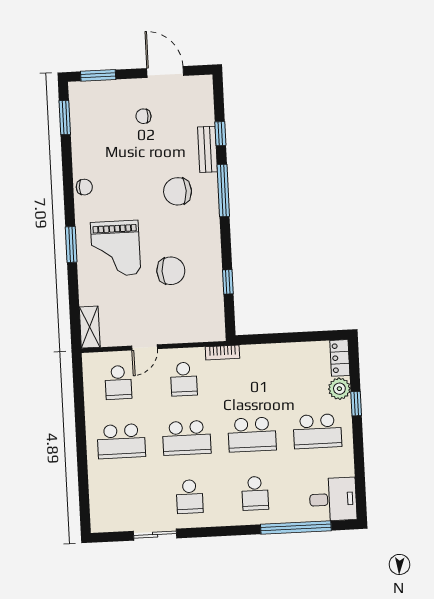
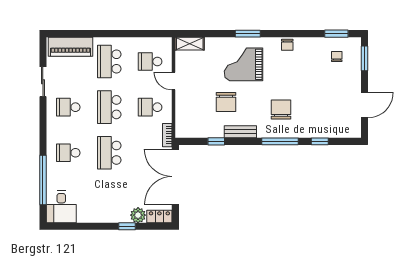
chair: (143, 116) -> (337, 56), moved
bench: (207, 149) -> (240, 132), moved
double door: (281, 338) -> (175, 177), added
school desk: (317, 431) -> (109, 198), removed
piano: (103, 498) -> (71, 47), added

